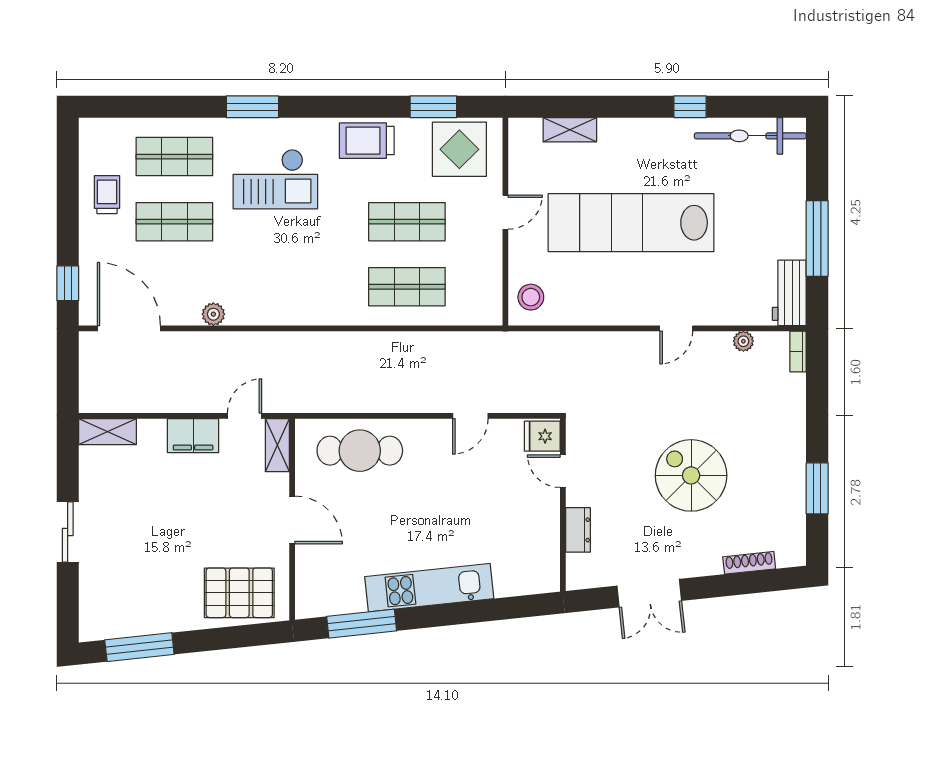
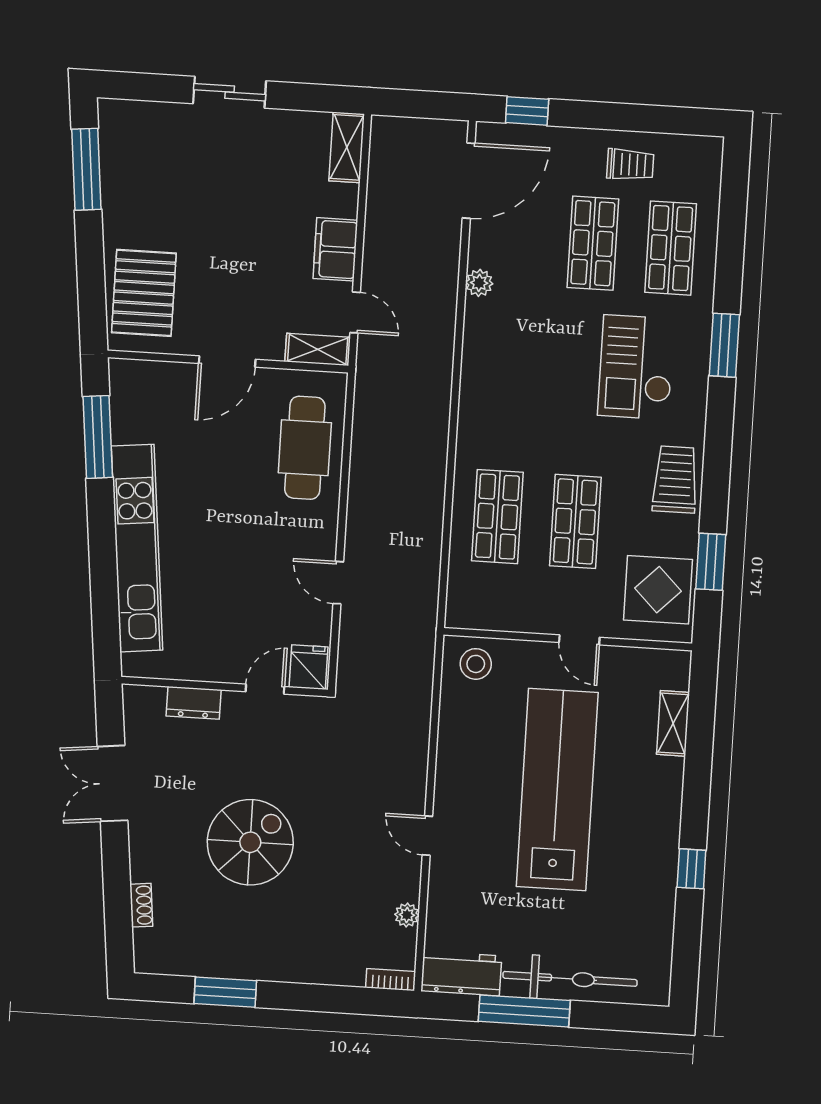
bicycle: (750, 136) -> (570, 979), moved, turned 90
shoe rack: (749, 563) -> (141, 905), width x0.70
kitchen unit: (429, 588) -> (137, 548), width x1.36

